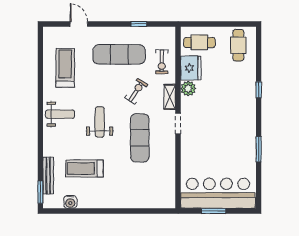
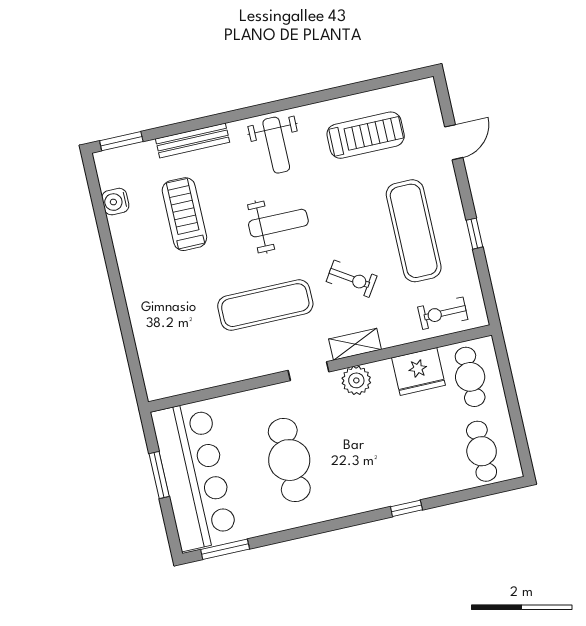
window: (139, 24) -> (474, 234), moved
cafe table: (238, 45) -> (482, 451), turned 90
exercise bike: (162, 62) -> (443, 313), moved
plant: (188, 89) -> (356, 380), moved
cafe table: (221, 143) -> (289, 460), added
window: (259, 149) -> (225, 549), moved
bench: (48, 176) -> (193, 141), moved

